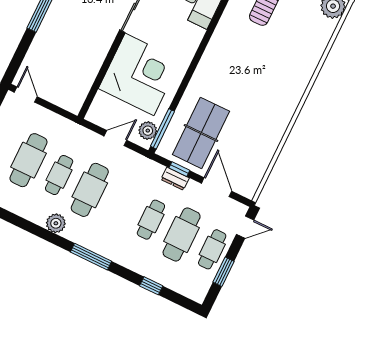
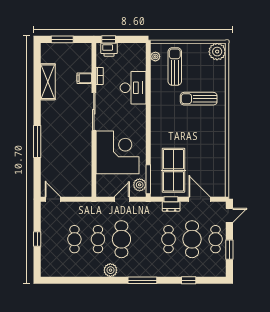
sun lounger: (279, 56) -> (199, 99), added
cafe table: (28, 160) -> (74, 239), width x0.73, depth x0.74

